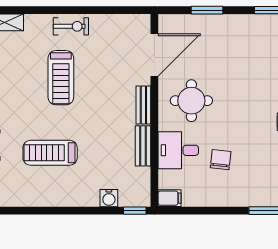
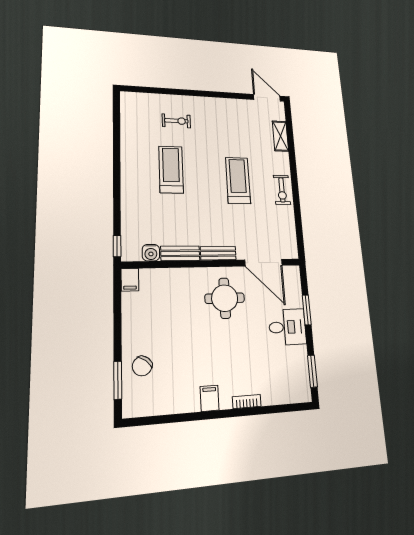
treadmill: (61, 78) -> (238, 181), turned 90
desk: (178, 150) -> (287, 327), moved, turned 90
chair: (221, 160) -> (142, 366), moved, turned 121
water cooler: (109, 198) -> (151, 253), moved, turned -90

